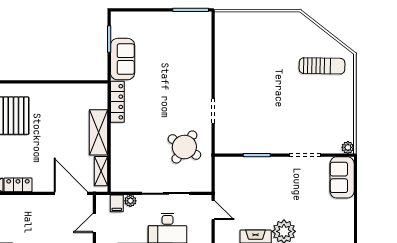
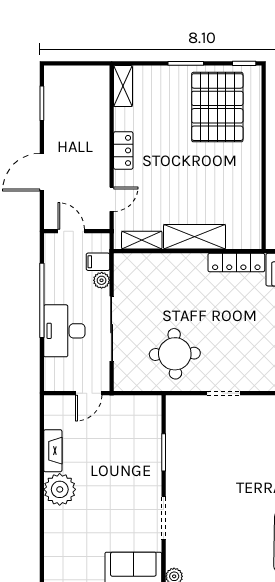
round table: (184, 147) -> (175, 354), turned -36
locker: (18, 185) -> (123, 150), moved
door: (71, 193) -> (112, 199), width x0.53

